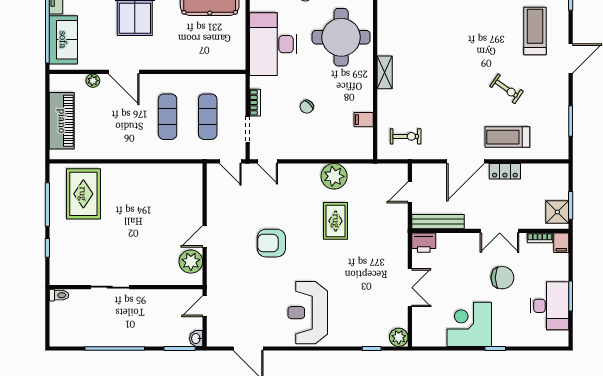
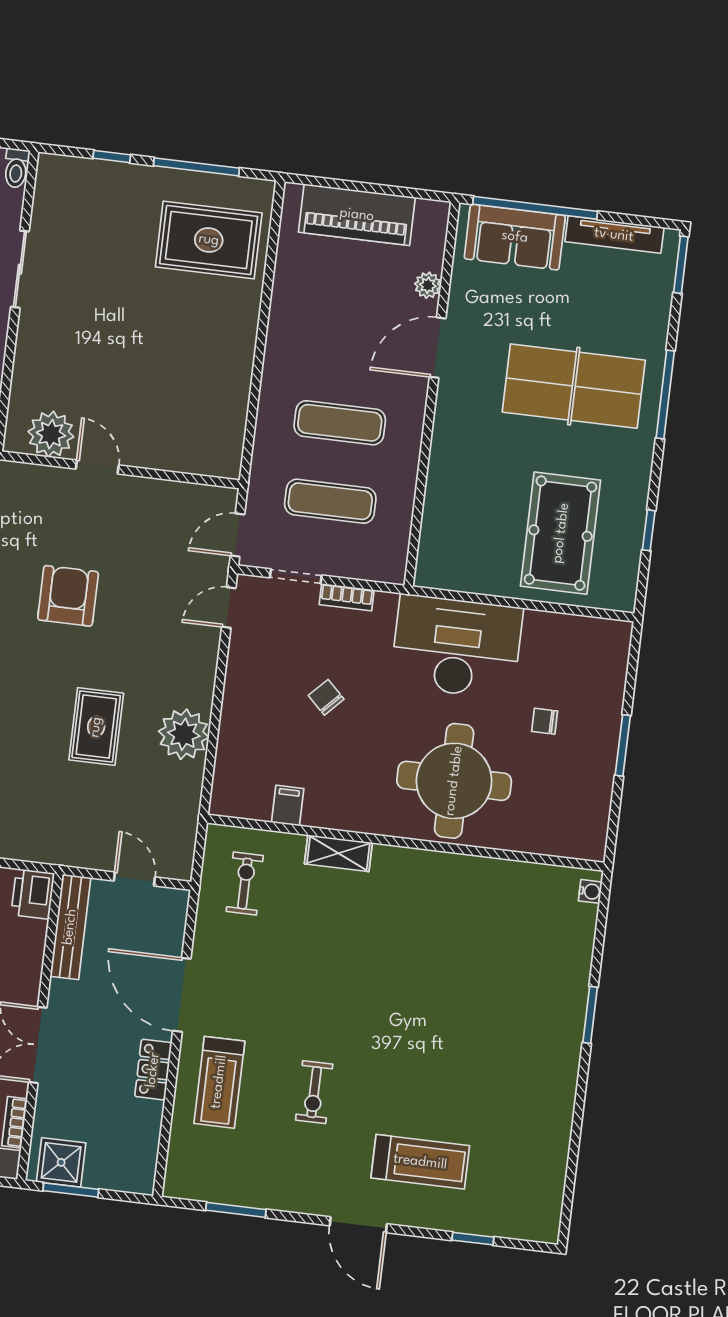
shelving: (385, 72) -> (338, 853), moved
exercise bike: (506, 89) -> (314, 1092), turned -35
exercise bike: (406, 136) -> (245, 884), turned 180
treadmill: (507, 137) -> (219, 1082), turned 180
rug: (336, 221) -> (96, 727), turned 90

